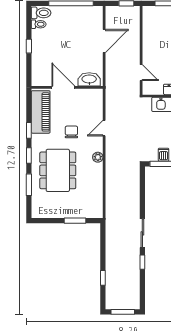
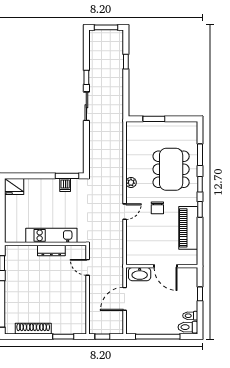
washbasin: (89, 79) -> (140, 274), moved
door: (63, 87) -> (166, 266), moved
wall: (67, 87) -> (162, 266), moved

